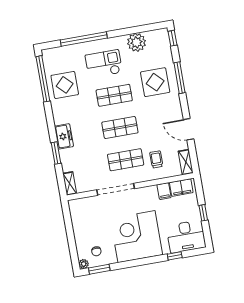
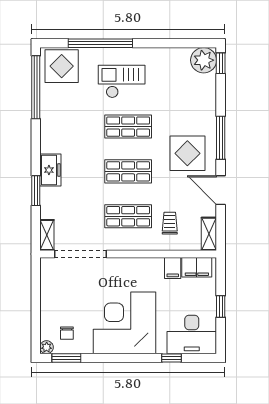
plant: (136, 42) -> (204, 60), moved
window: (179, 78) -> (221, 138), moved
display table: (155, 82) -> (187, 153), moved
display table: (65, 85) -> (62, 66), moved
doorway: (116, 189) -> (81, 254), moved

